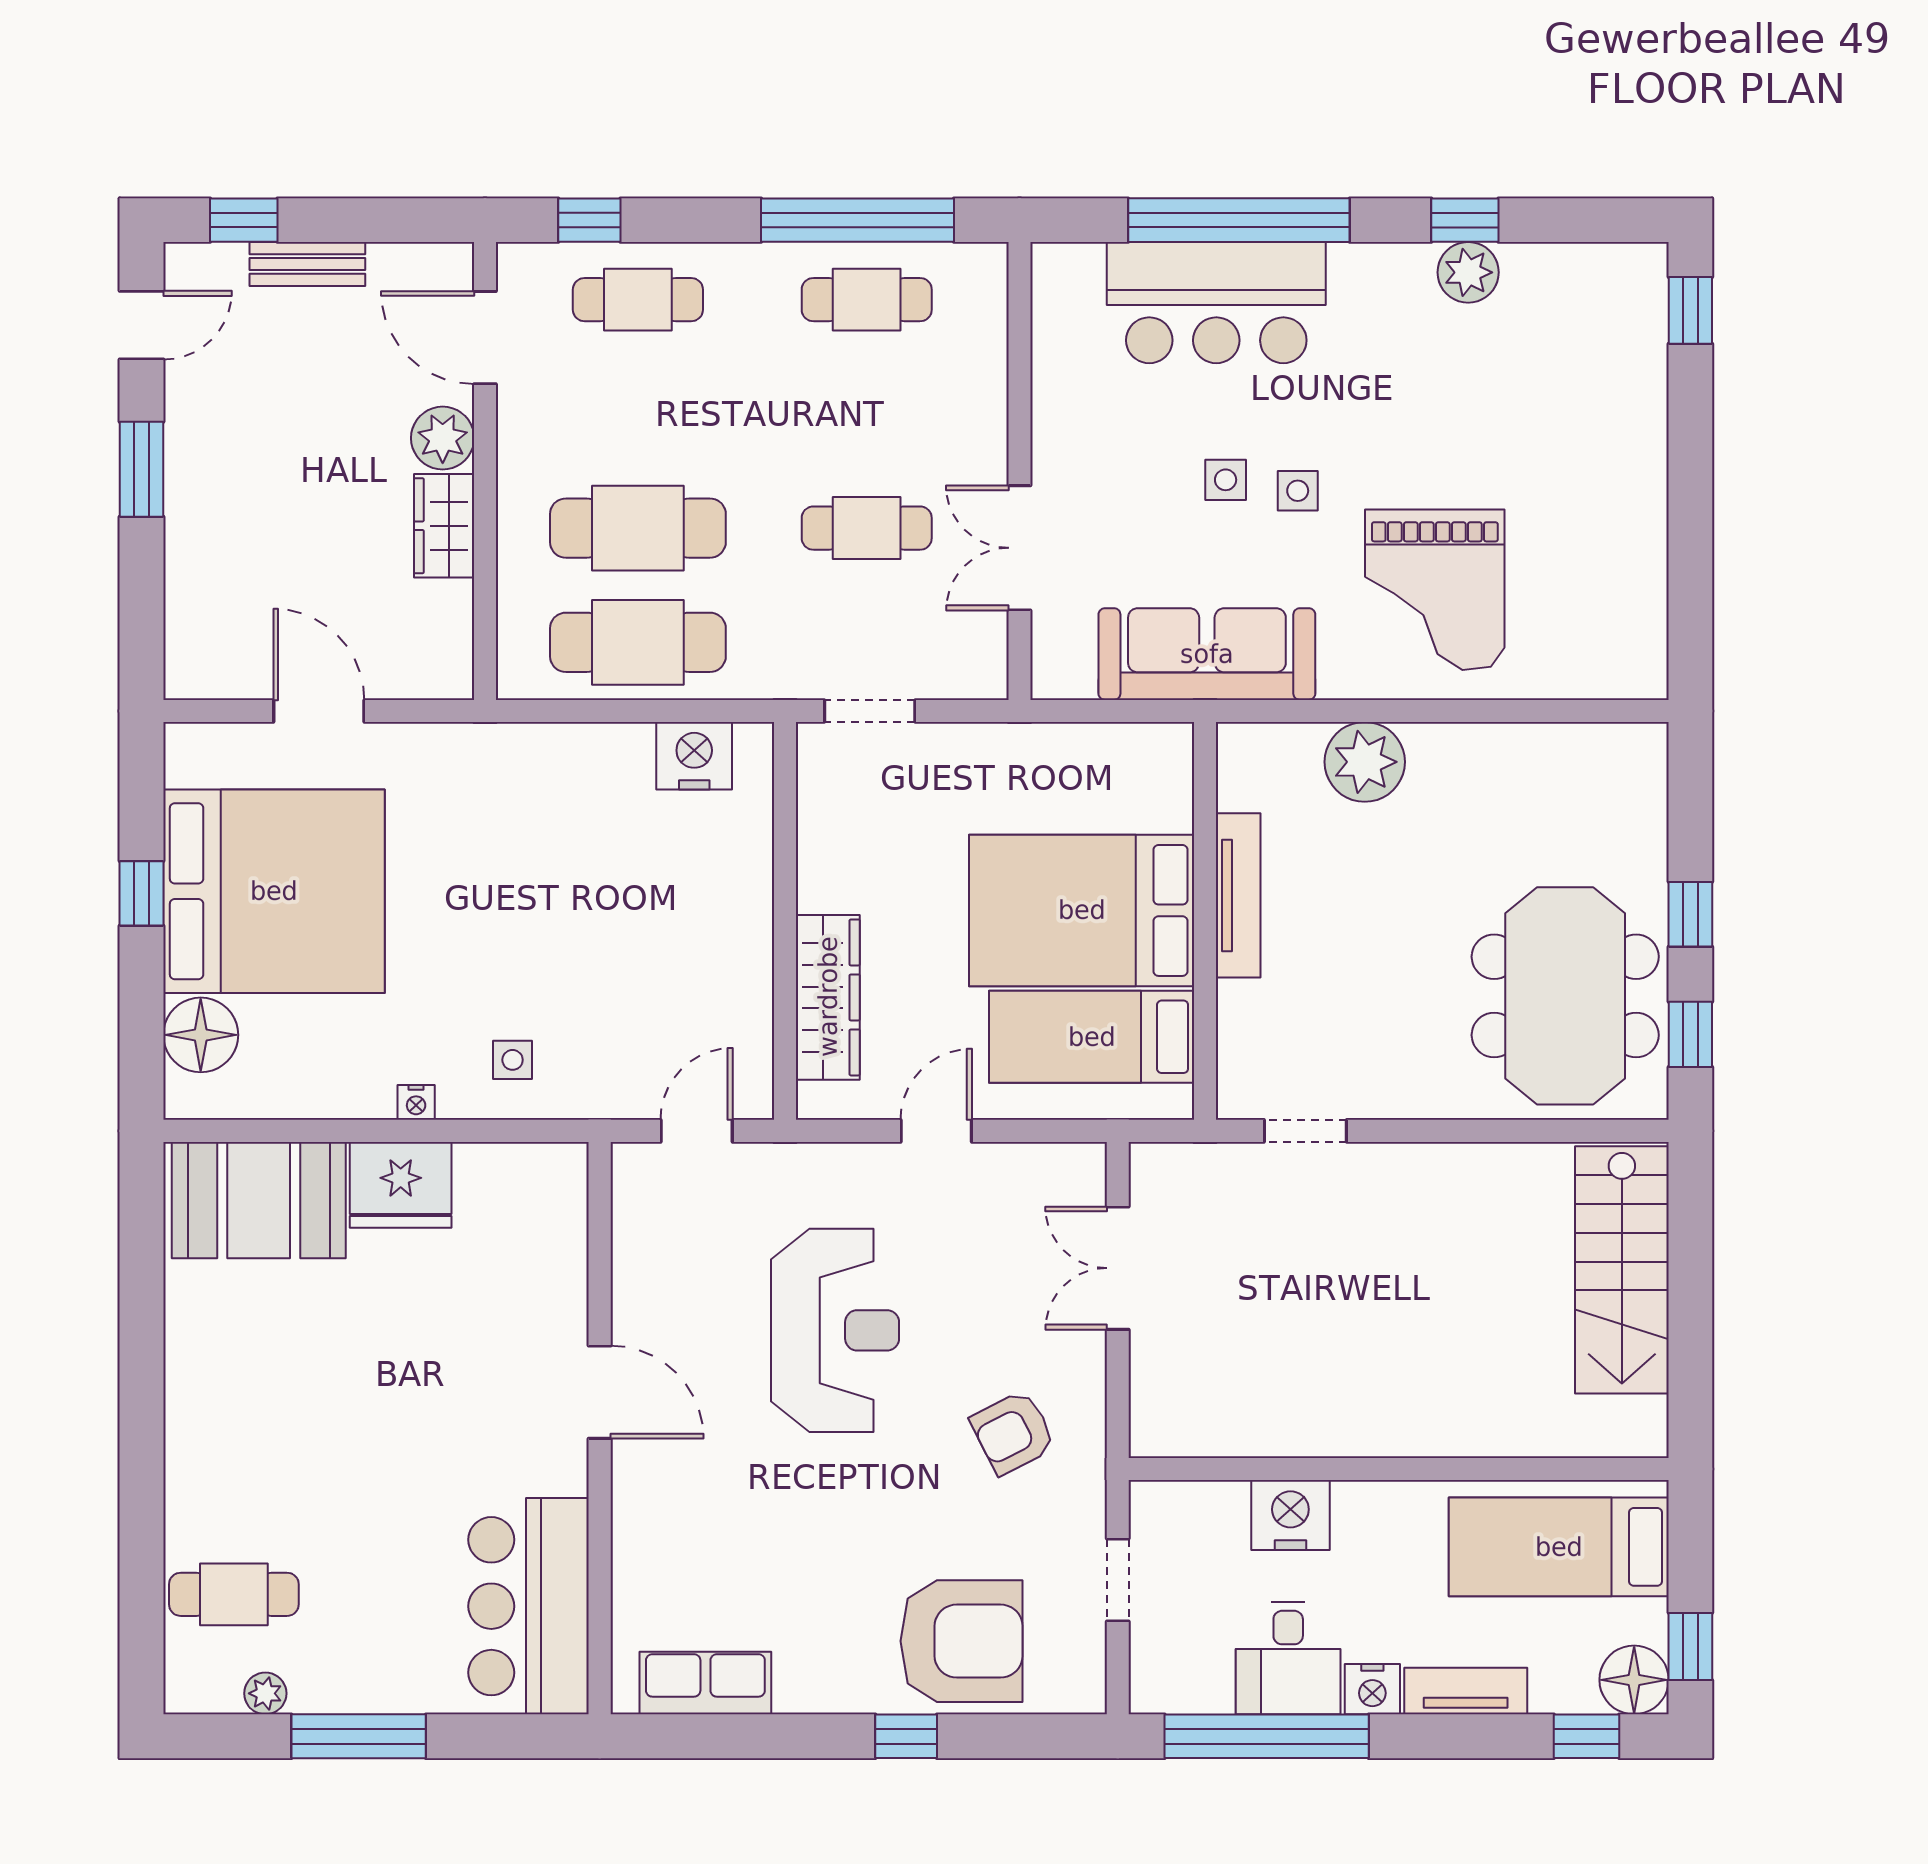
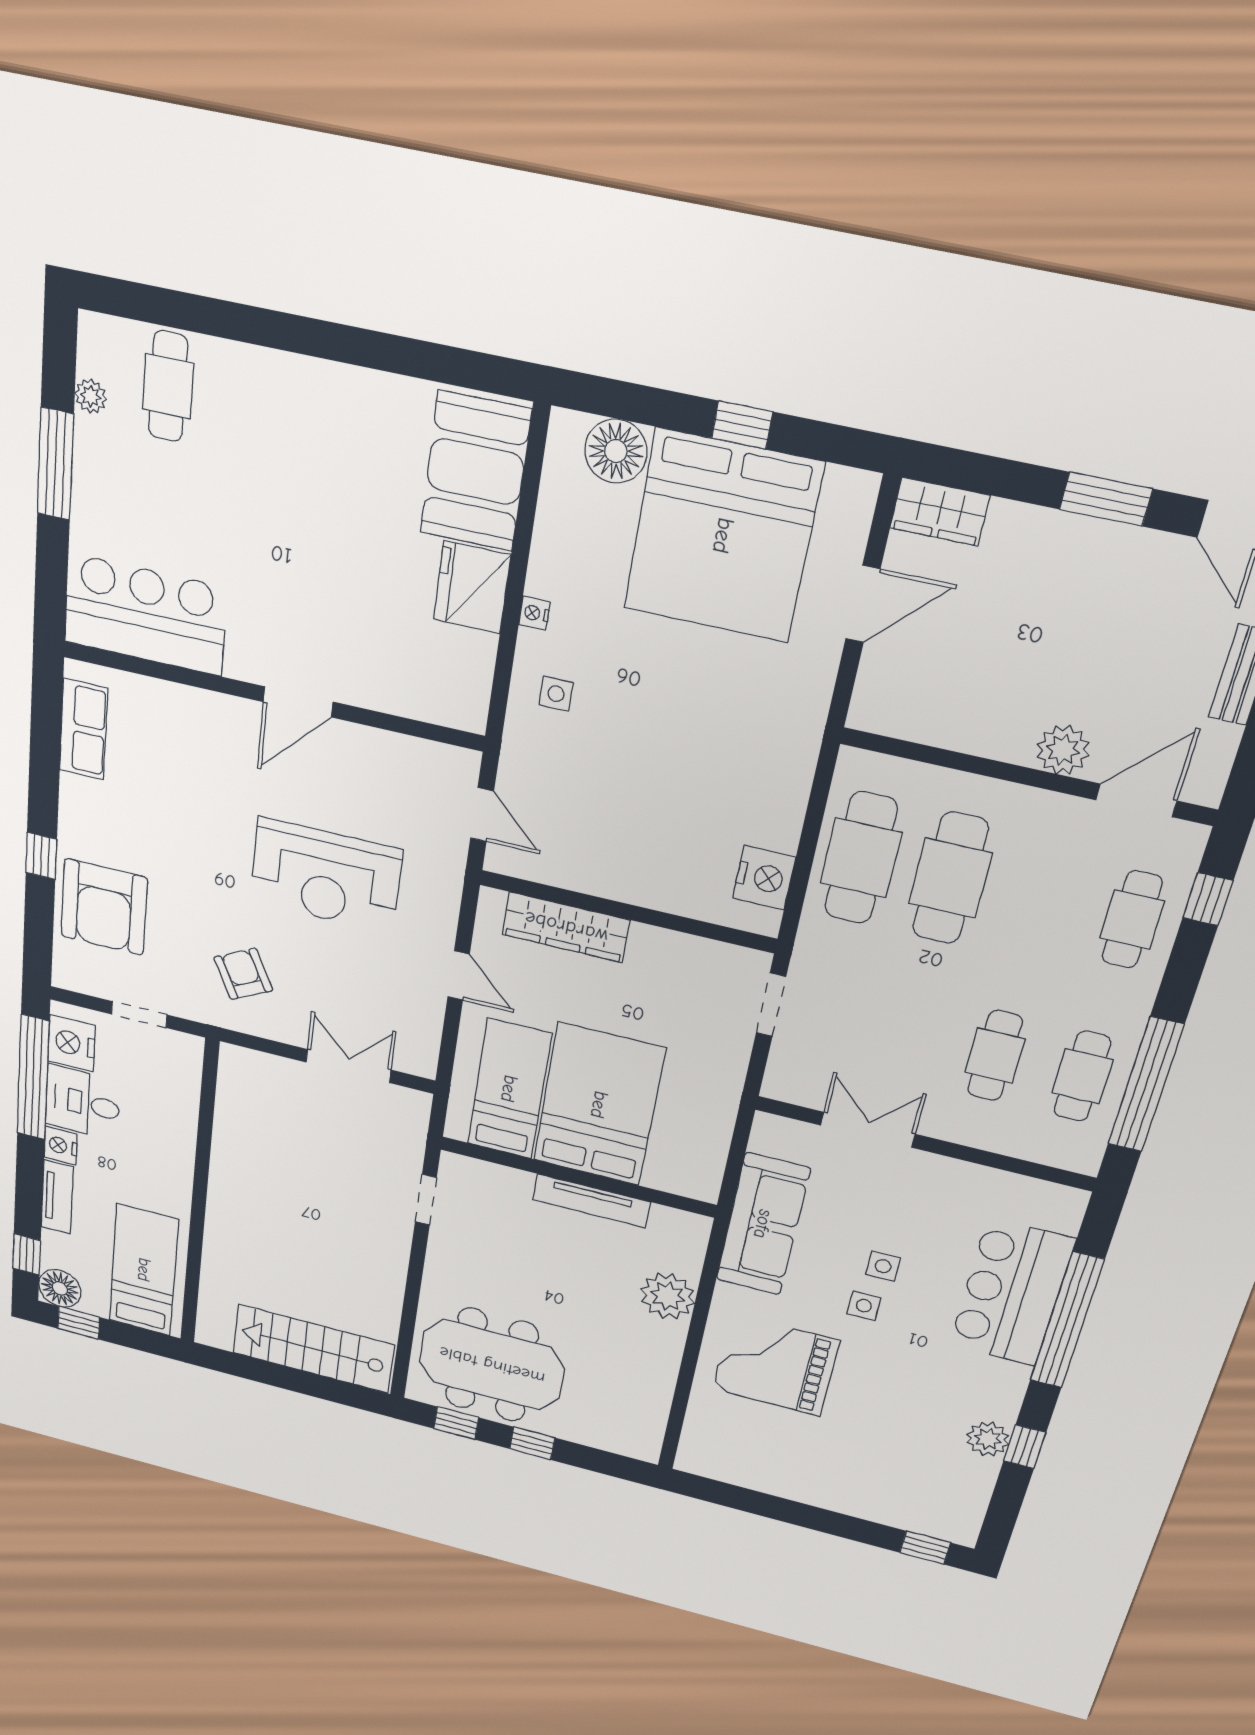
wardrobe: (444, 526) -> (940, 512), moved, turned 180
cafe table: (867, 528) -> (995, 1056), moved
nightstand: (1290, 1515) -> (72, 1043), moved, turned 180

